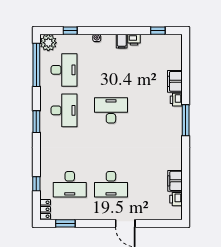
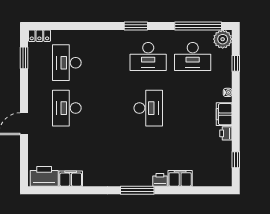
filing cabinet: (122, 41) -> (224, 114), width x2.00
window: (36, 184) -> (68, 26), removed
printer: (176, 199) -> (44, 176), width x1.87, depth x1.48

